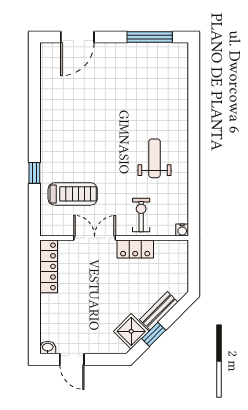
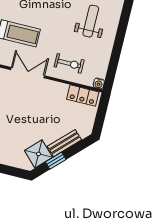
exercise bike: (141, 215) -> (69, 63), turned 90
locker: (135, 249) -> (83, 96), moved

